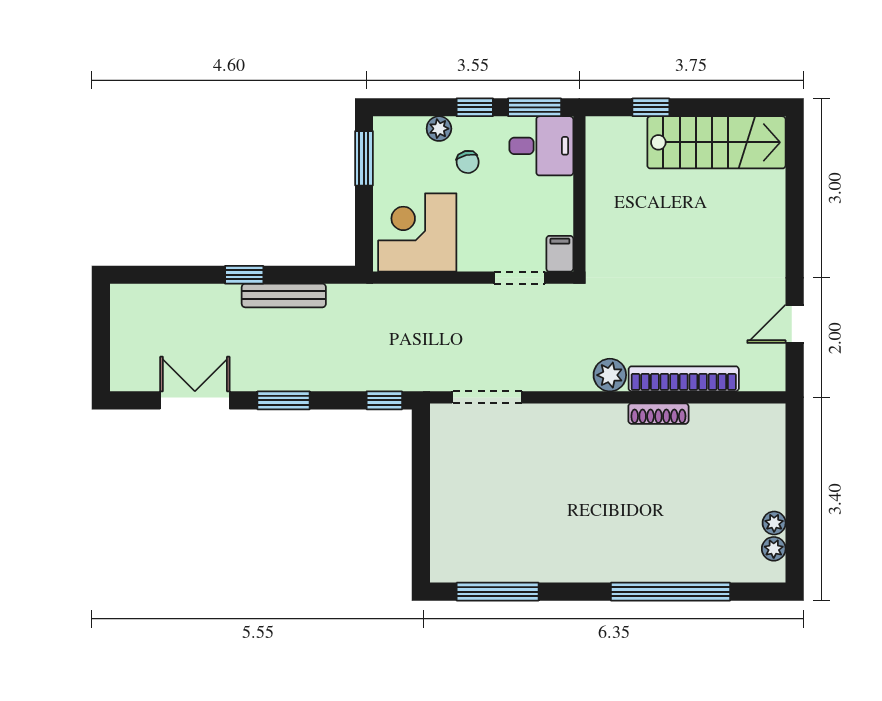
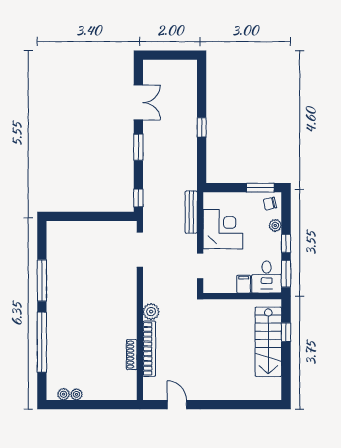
stairs: (716, 142) -> (268, 342), moved
chair: (468, 162) -> (270, 204), moved
corner desk: (417, 233) -> (223, 229), moved
filing cabinet: (560, 254) -> (244, 284), moved, turned -90
bench: (284, 295) -> (191, 212), moved
shoe rack: (658, 414) -> (132, 355), moved
window: (498, 592) -> (42, 281), moved

